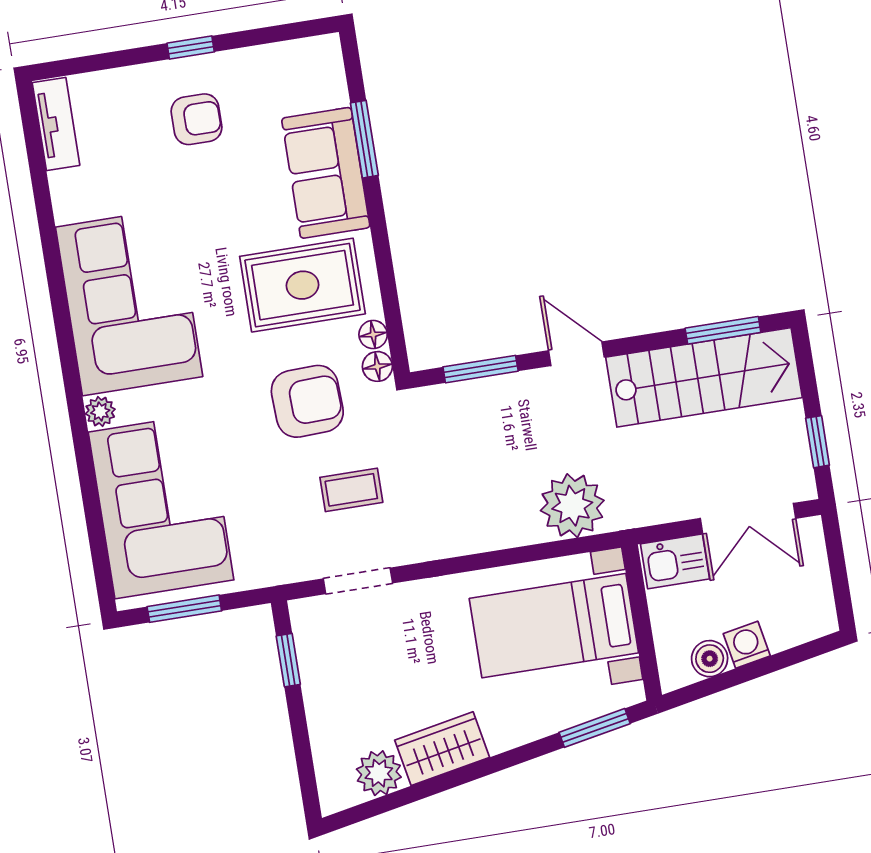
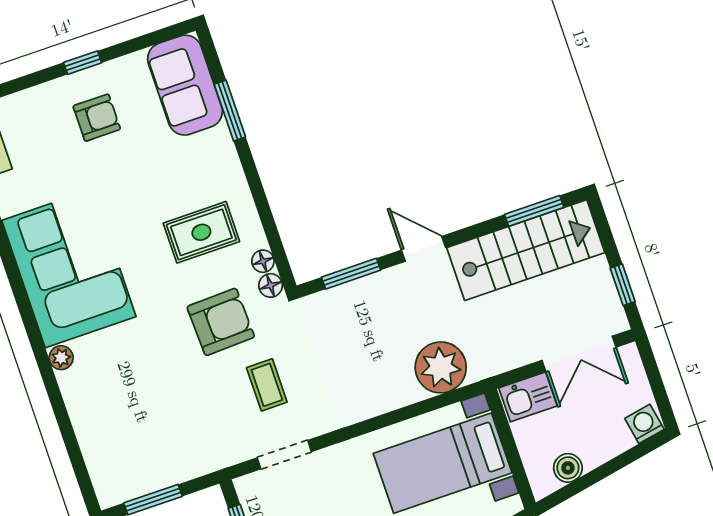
sofa: (326, 173) -> (185, 85), moved
rug: (302, 285) -> (201, 232), width x0.73, depth x0.70
coffee table: (351, 490) -> (267, 385), turned 90
corner sofa: (161, 506) -> (121, 423), removed
washing machine: (747, 645) -> (644, 424), moved

